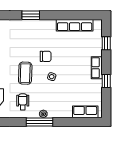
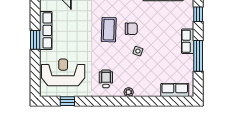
coffee table: (25, 73) -> (109, 30), moved
window: (106, 81) -> (198, 56), width x2.17
window: (39, 122) -> (124, 101), removed

